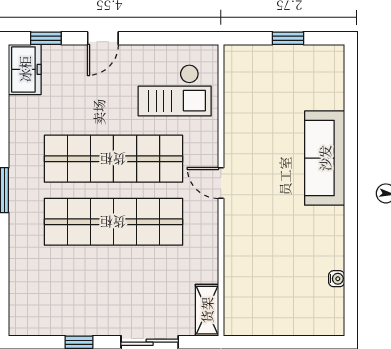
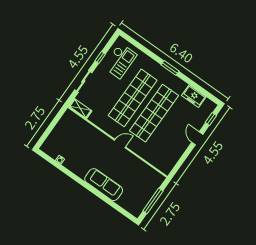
window: (288, 38) -> (153, 201), width x2.17
freezer: (25, 69) -> (194, 96), moved
checkout: (175, 90) -> (120, 61), moved, turned 180

